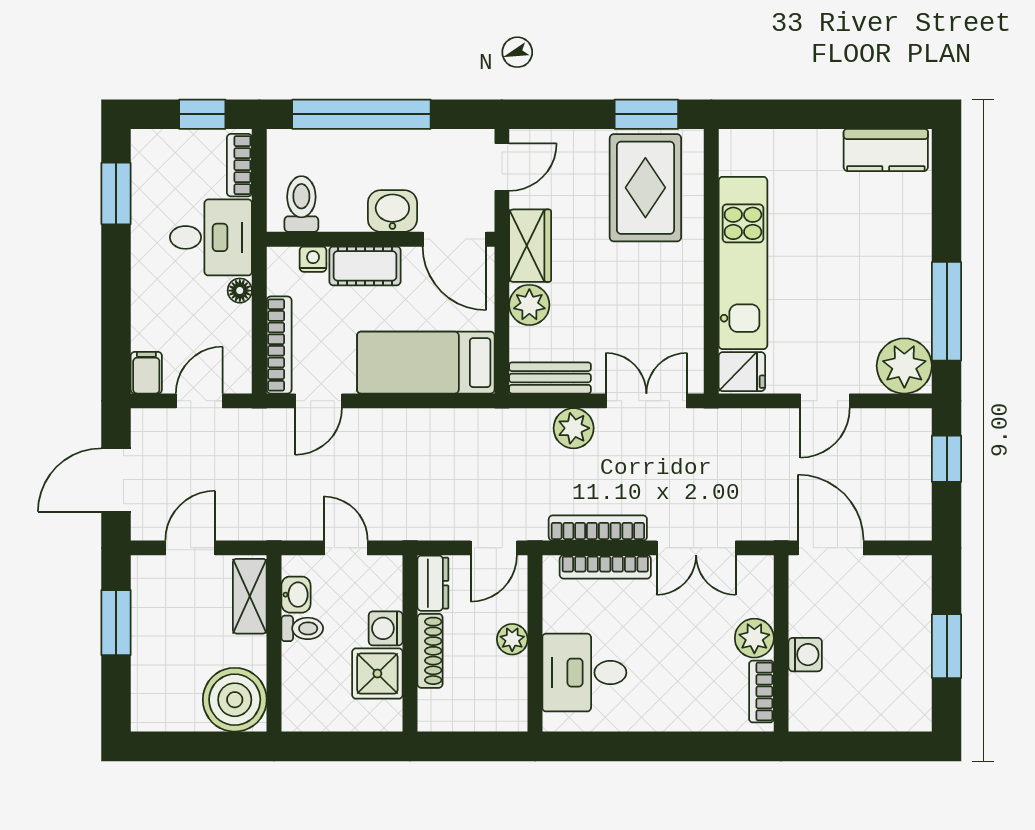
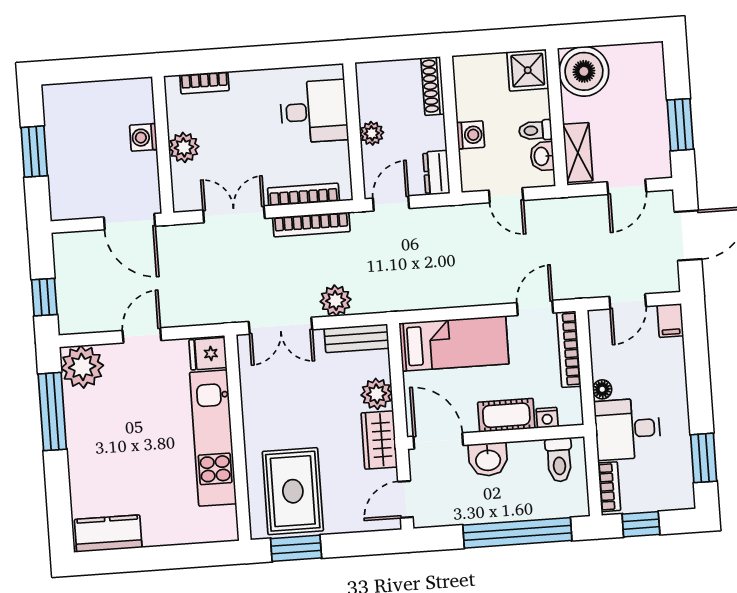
shoe rack: (430, 651) -> (433, 86), moved
shower: (377, 674) -> (528, 70), moved
bookcase: (761, 691) -> (204, 83), moved, turned 90

